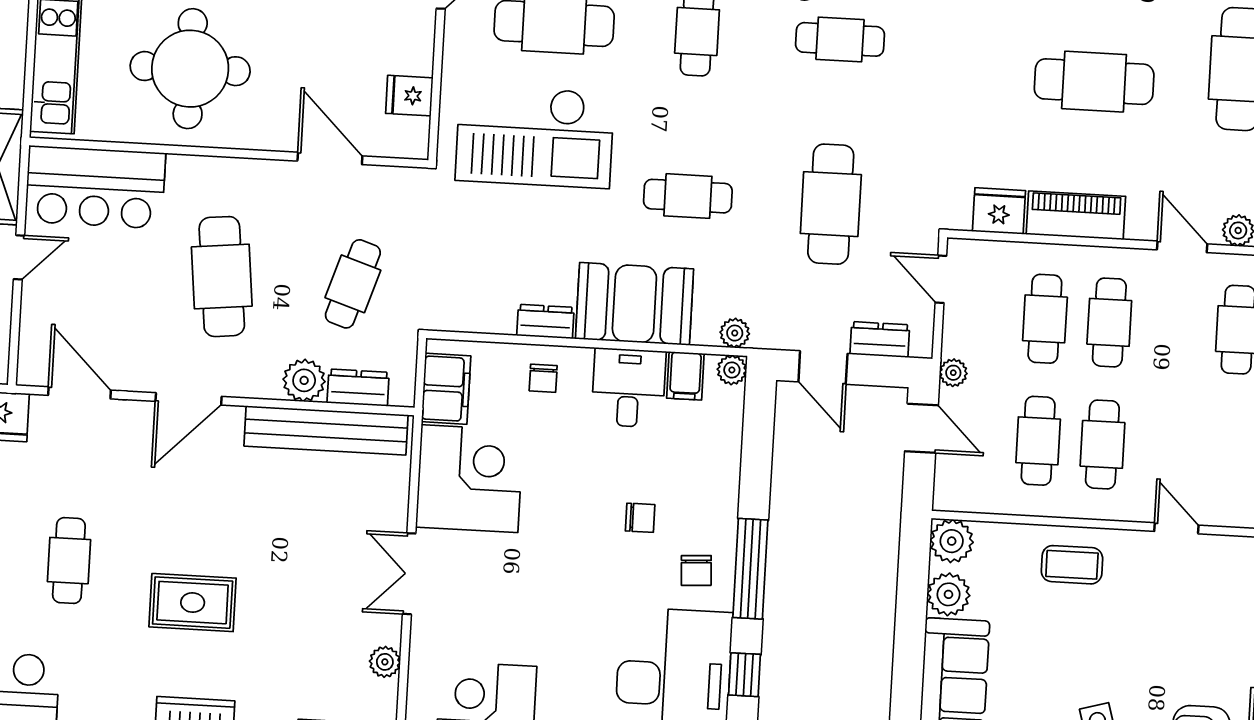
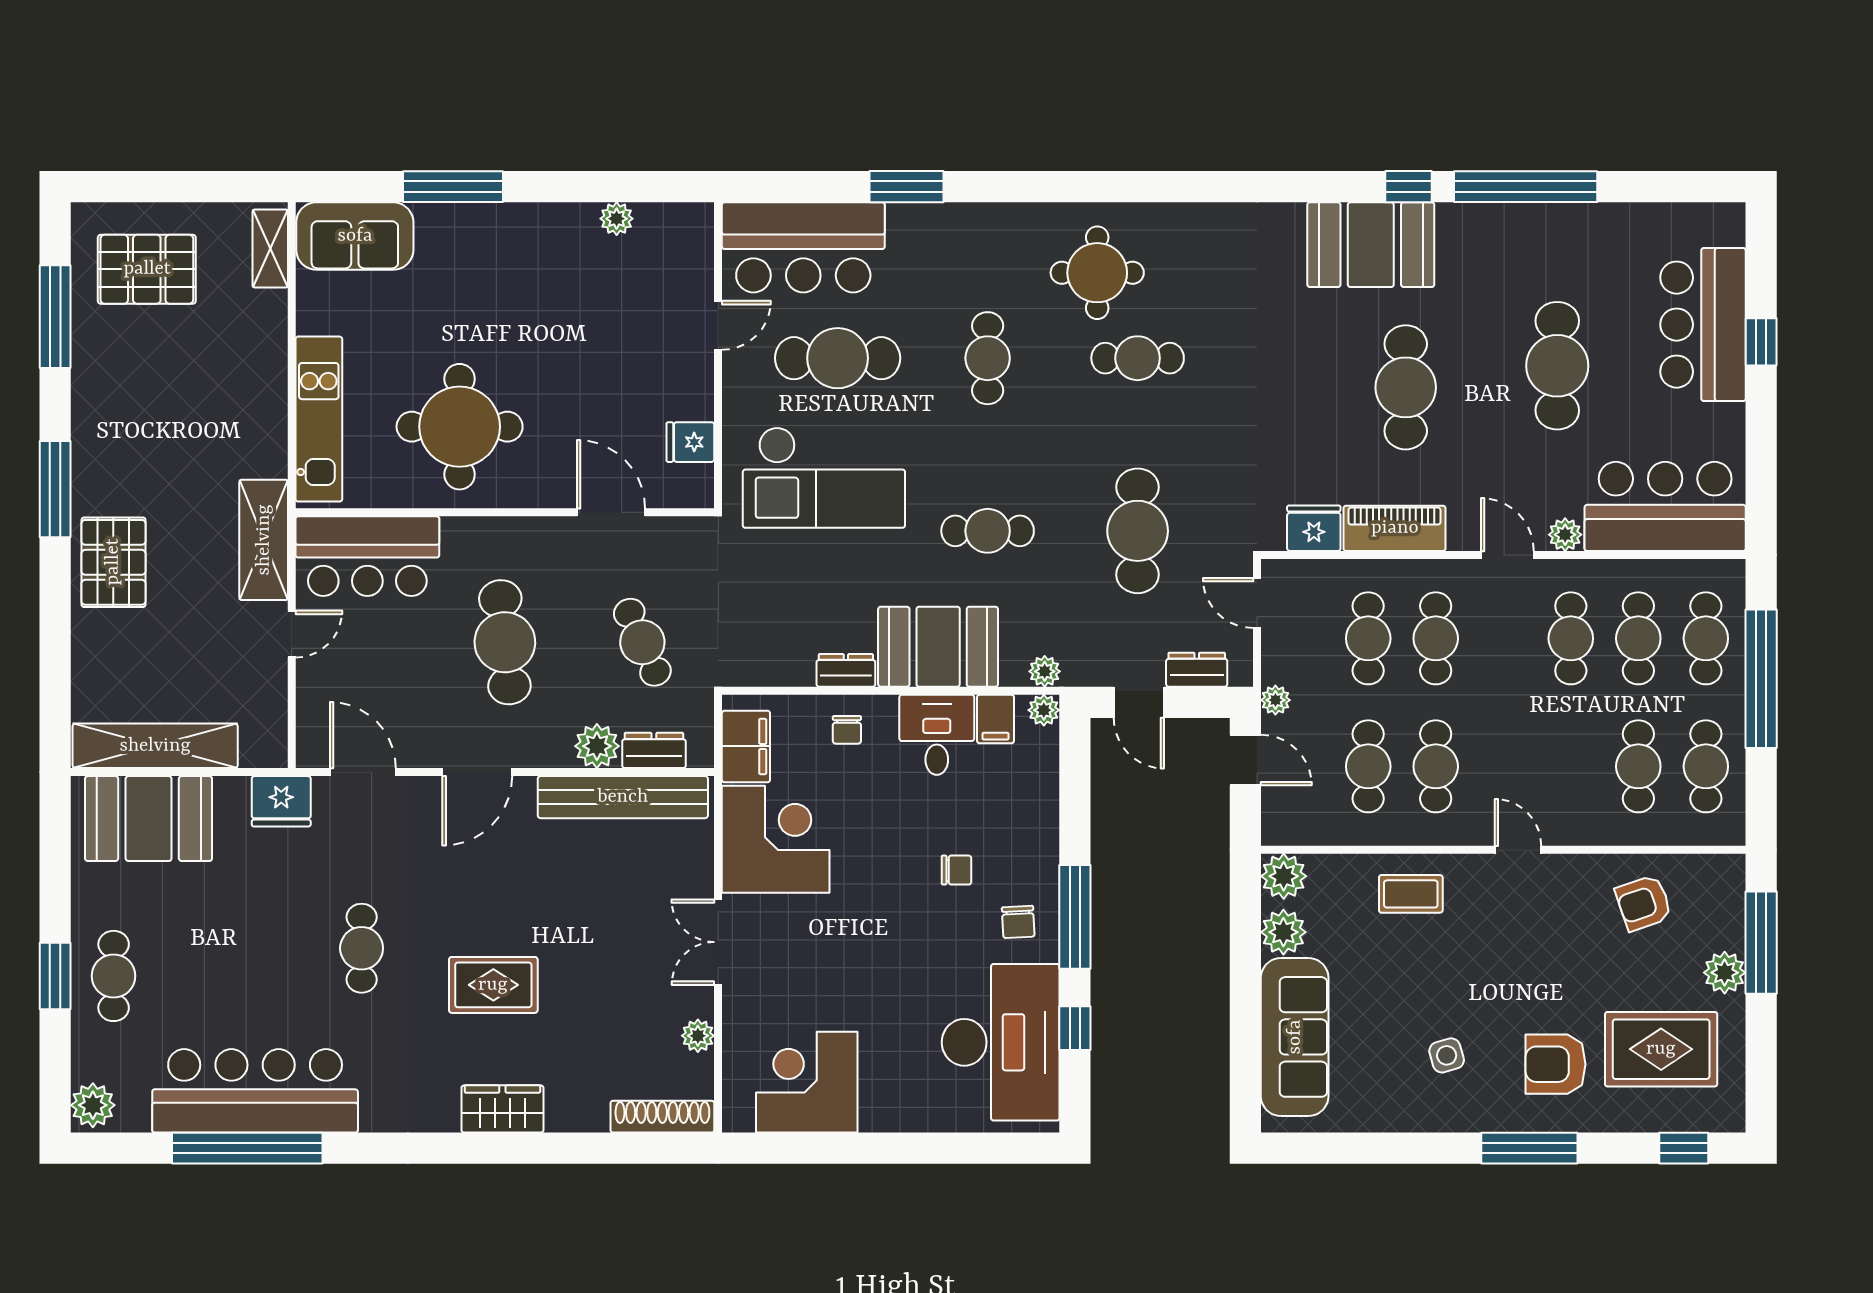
cafe table: (1094, 82) -> (1406, 387), turned 90
cafe table: (353, 284) -> (642, 642), turned -42

